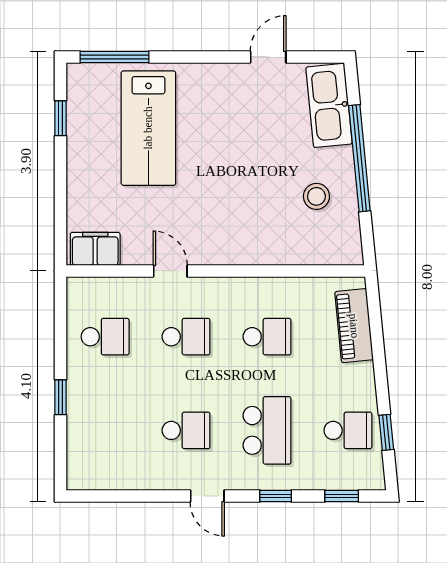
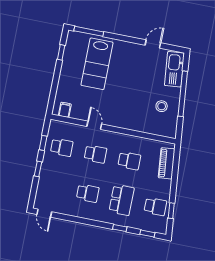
filing cabinet: (95, 249) -> (65, 110), width x0.50
window: (60, 335) -> (43, 143), added
door: (207, 496) -> (44, 213), moved

